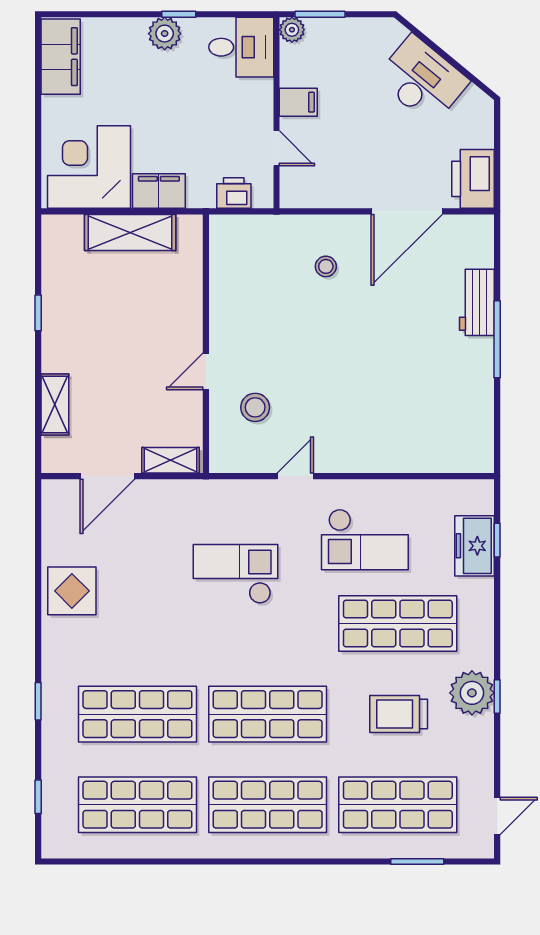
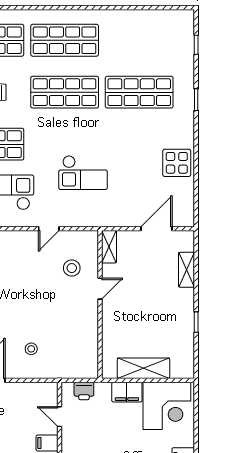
shelving: (170, 460) -> (109, 247), moved, turned 90
shop shelf: (137, 805) -> (139, 40), removed

